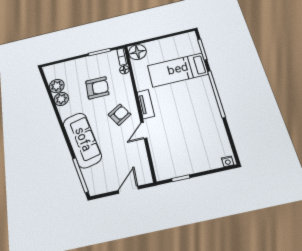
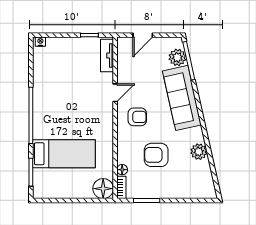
plant: (57, 86) -> (177, 57), moved
tv unit: (146, 104) -> (107, 56), moved
armchair: (119, 115) -> (137, 117), turned -148

